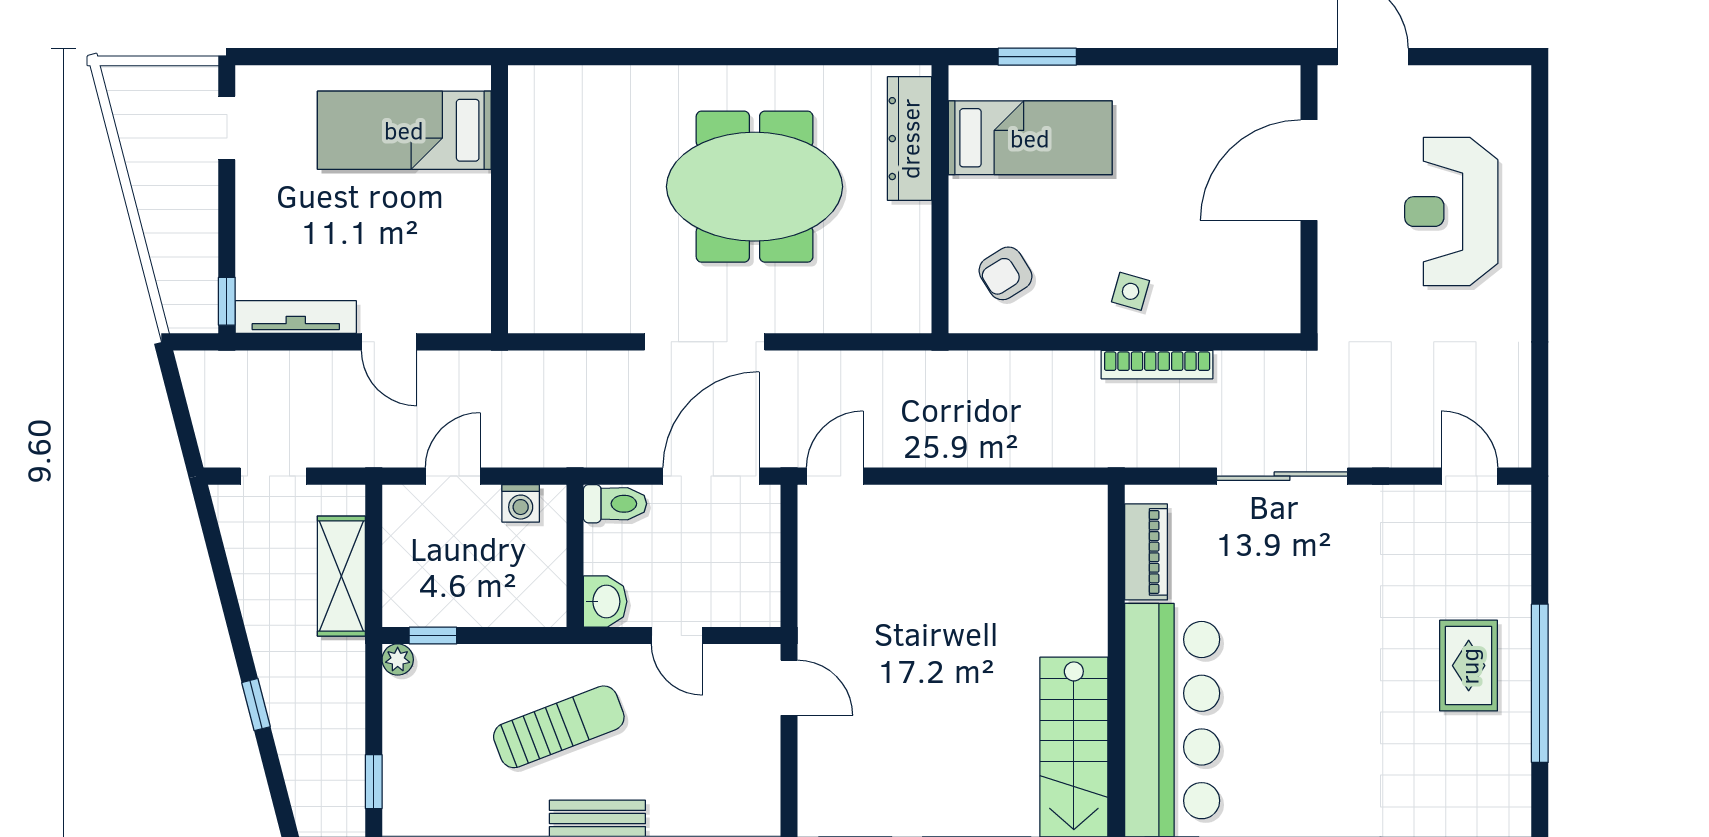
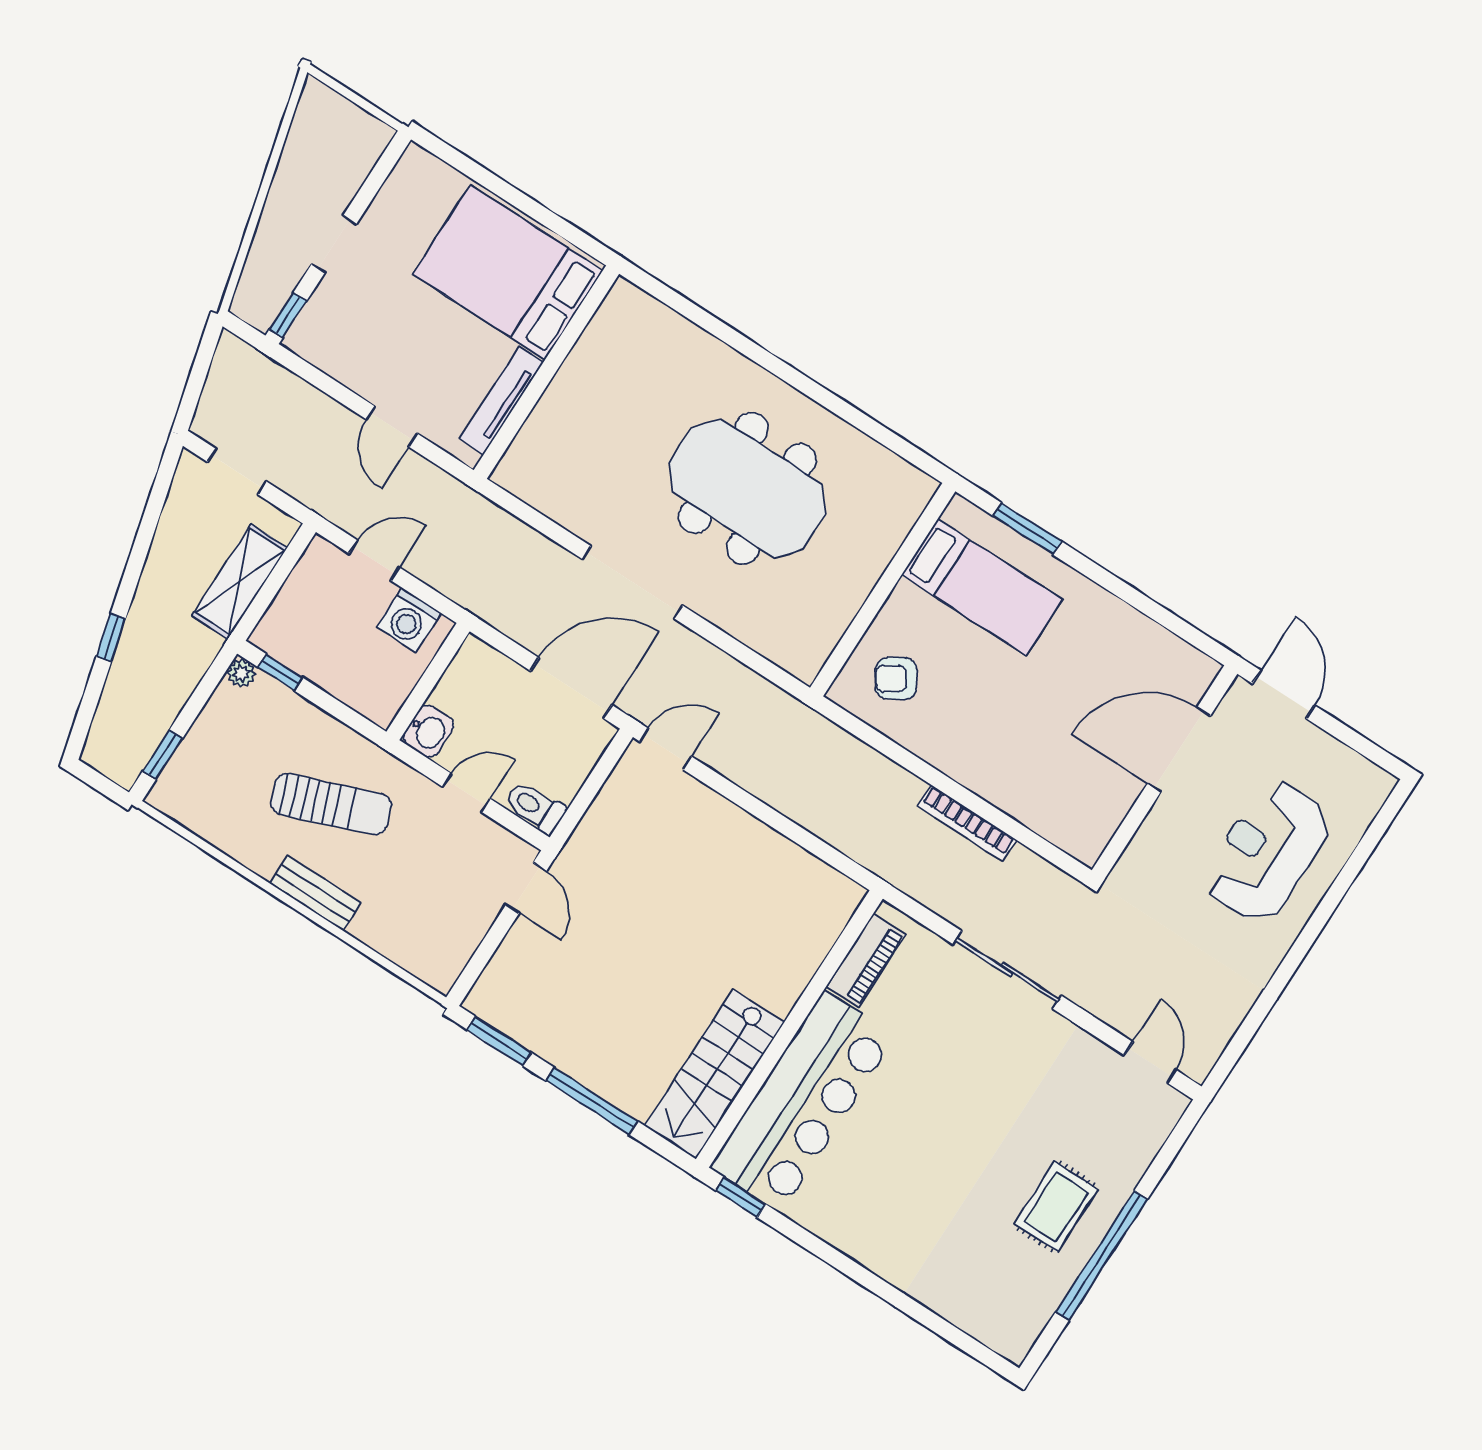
doorway: (227, 128) -> (334, 244), moved
bed: (404, 130) -> (508, 272), width x1.50
dresser: (910, 139) -> (889, 528), removed
side table: (1131, 291) -> (983, 754), removed
tv unit: (296, 317) -> (501, 401), moved, turned -90
washing machine: (521, 503) -> (409, 620), width x1.38, depth x1.38
toilet: (615, 504) -> (535, 807), moved, turned 180
door: (677, 636) -> (466, 793), swing flipped

